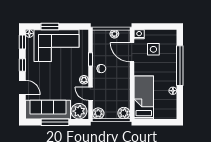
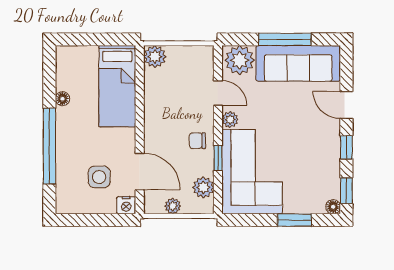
corner sofa: (57, 46) -> (252, 172), moved, turned 90
plant: (98, 113) -> (203, 187), moved

